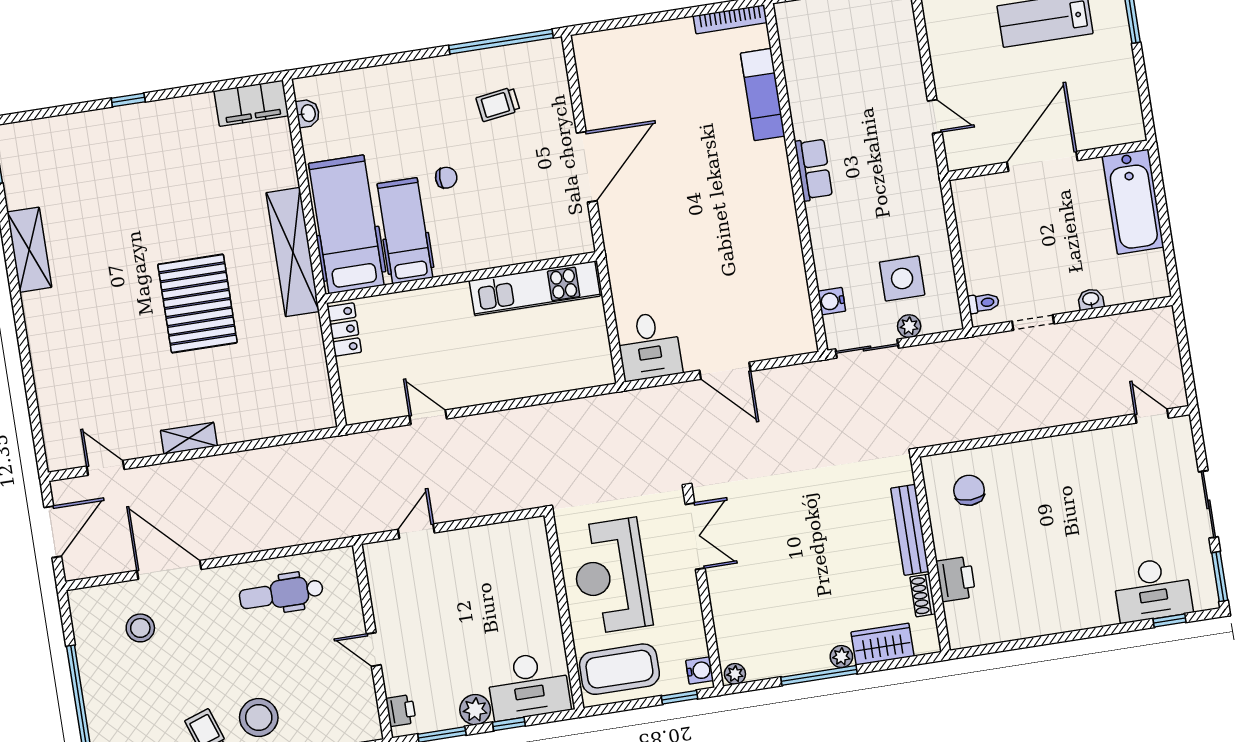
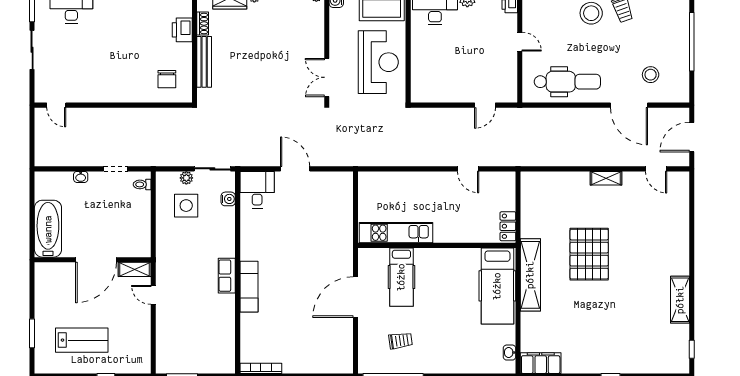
exam couch: (763, 95) -> (249, 287), moved
shelving: (973, 155) -> (135, 269), added
chair: (446, 178) -> (436, 304), removed
hospital bed: (405, 231) -> (401, 277), moved
desk: (649, 346) -> (257, 190), moved
dental chair: (281, 594) -> (567, 82), width x1.36, depth x1.38

